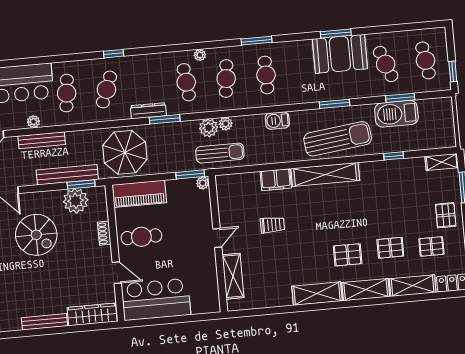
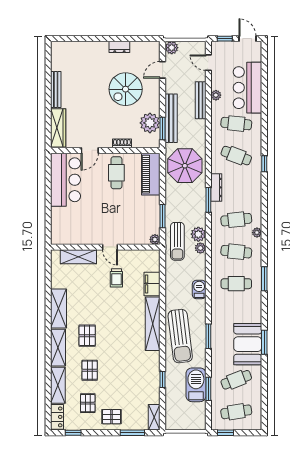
plant: (203, 183) -> (155, 239), moved
door: (217, 238) -> (110, 247), moved
wall: (218, 244) -> (105, 247), moved
shelving: (233, 276) -> (78, 257), moved

